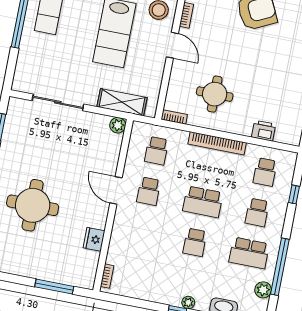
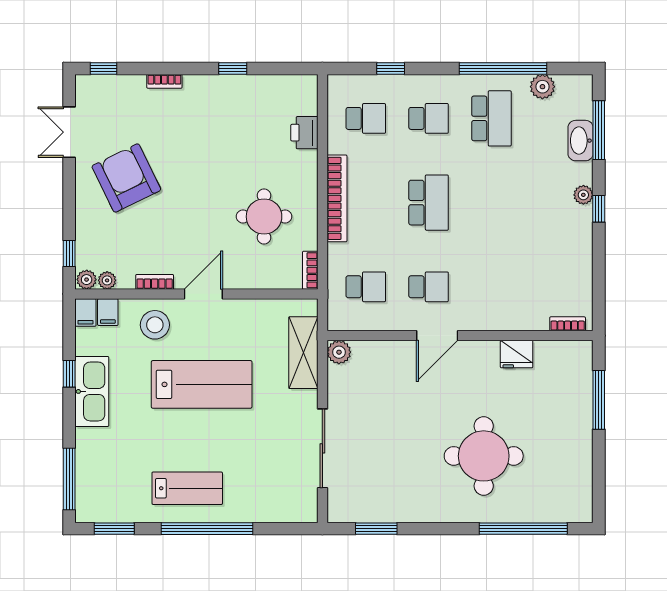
school desk: (195, 242) -> (491, 203), removed

